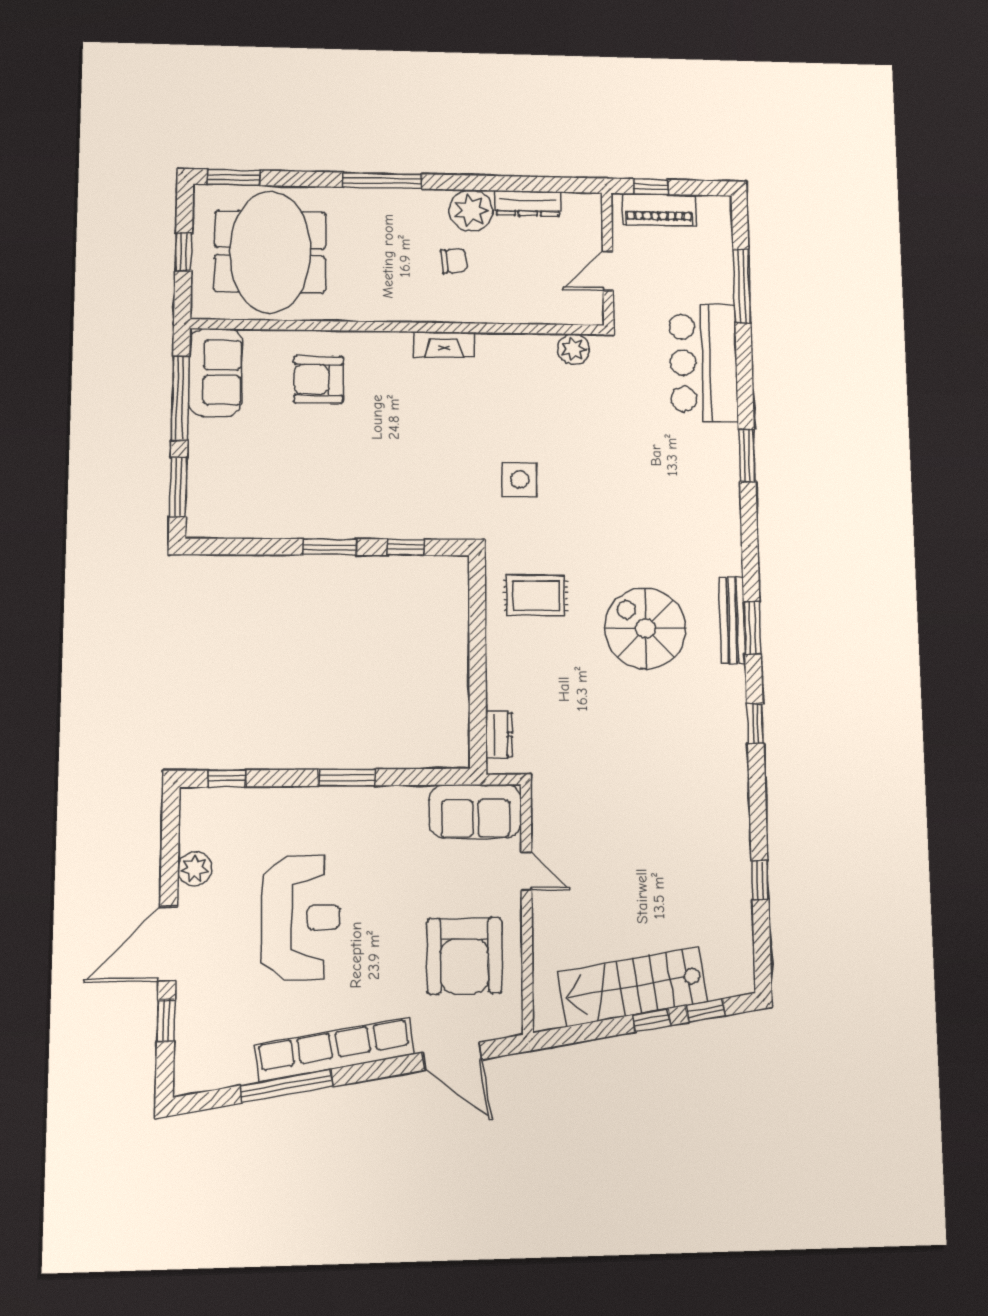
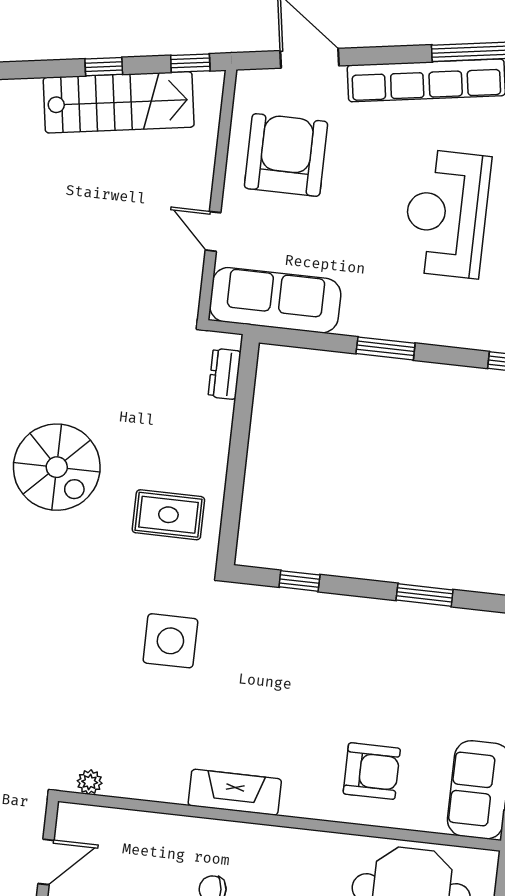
fireplace: (444, 345) -> (235, 792), width x1.37, depth x1.32
plant: (573, 349) -> (90, 782), width x0.73, depth x0.73
side table: (520, 479) -> (170, 641), width x1.37, depth x1.37
window: (330, 547) -> (425, 595), moved
sofa: (475, 811) -> (275, 300), width x1.36
window: (705, 1010) -> (190, 63), moved

